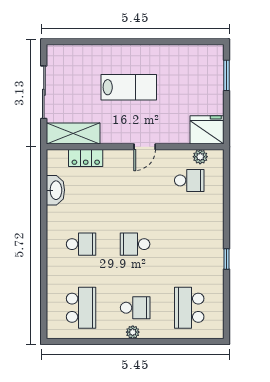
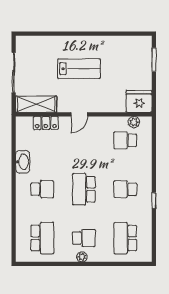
door: (145, 147) -> (79, 114), moved
school desk: (189, 180) -> (125, 140), turned 180
washbasin: (55, 190) -> (23, 162), moved
school desk: (135, 244) -> (84, 189), width x1.85
school desk: (189, 244) -> (125, 189), added

